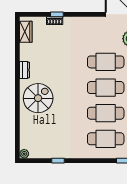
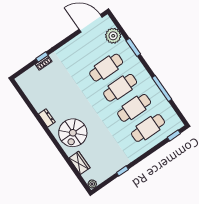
wardrobe: (26, 32) -> (79, 163), moved
spiral stairs: (38, 98) -> (73, 133), turned 180

